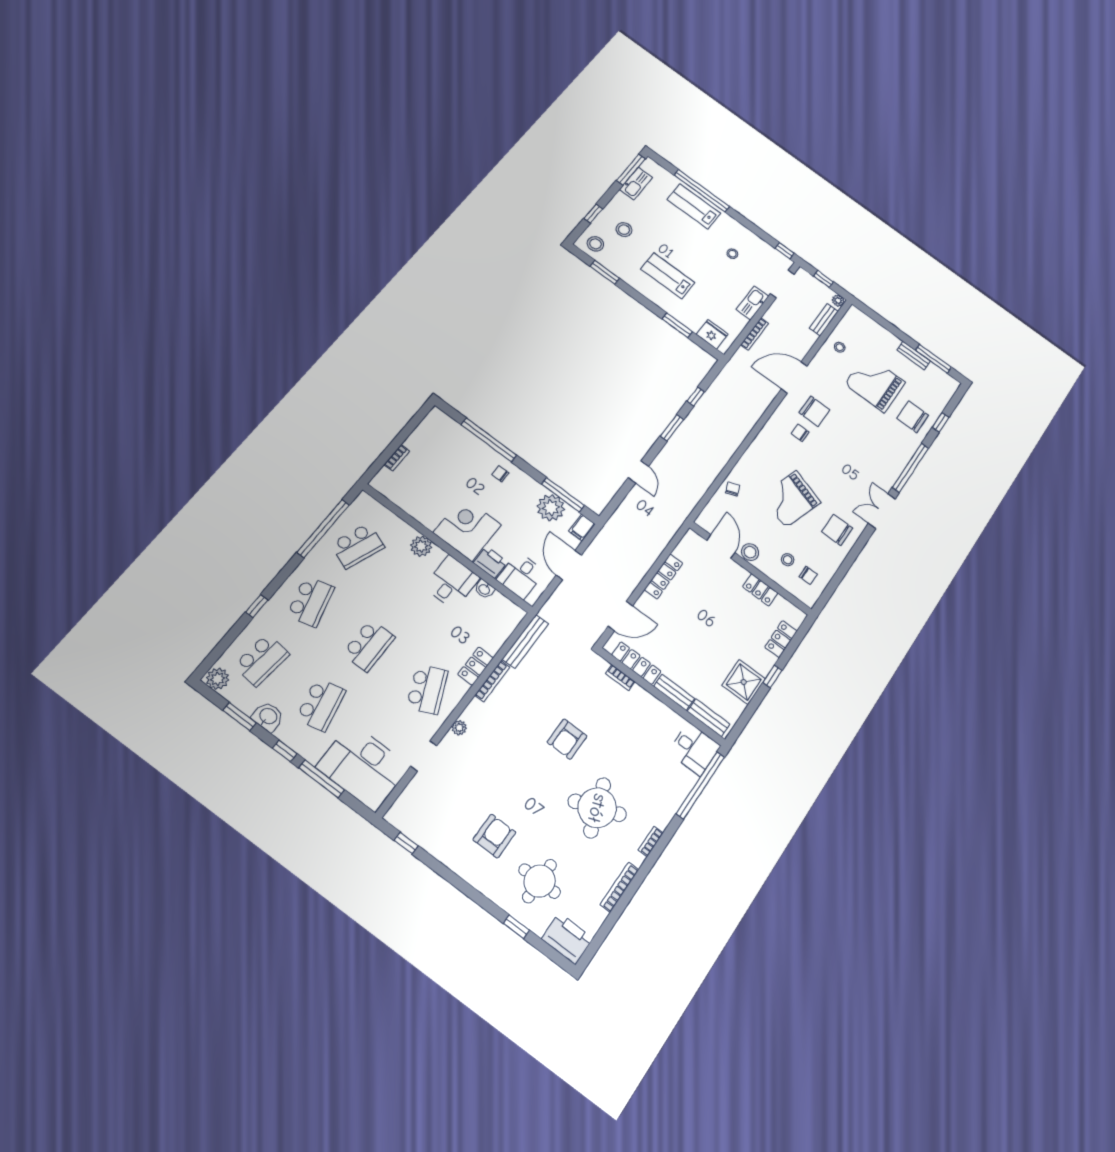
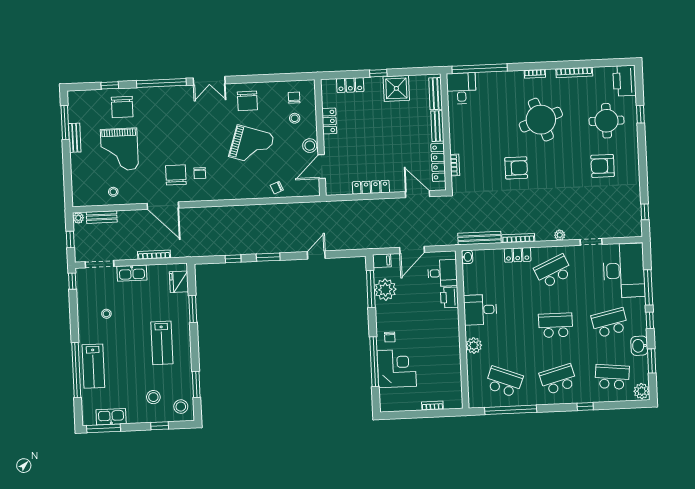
corner desk: (467, 529) -> (397, 368), moved, turned 180
washbasin: (484, 589) -> (467, 257), moved

